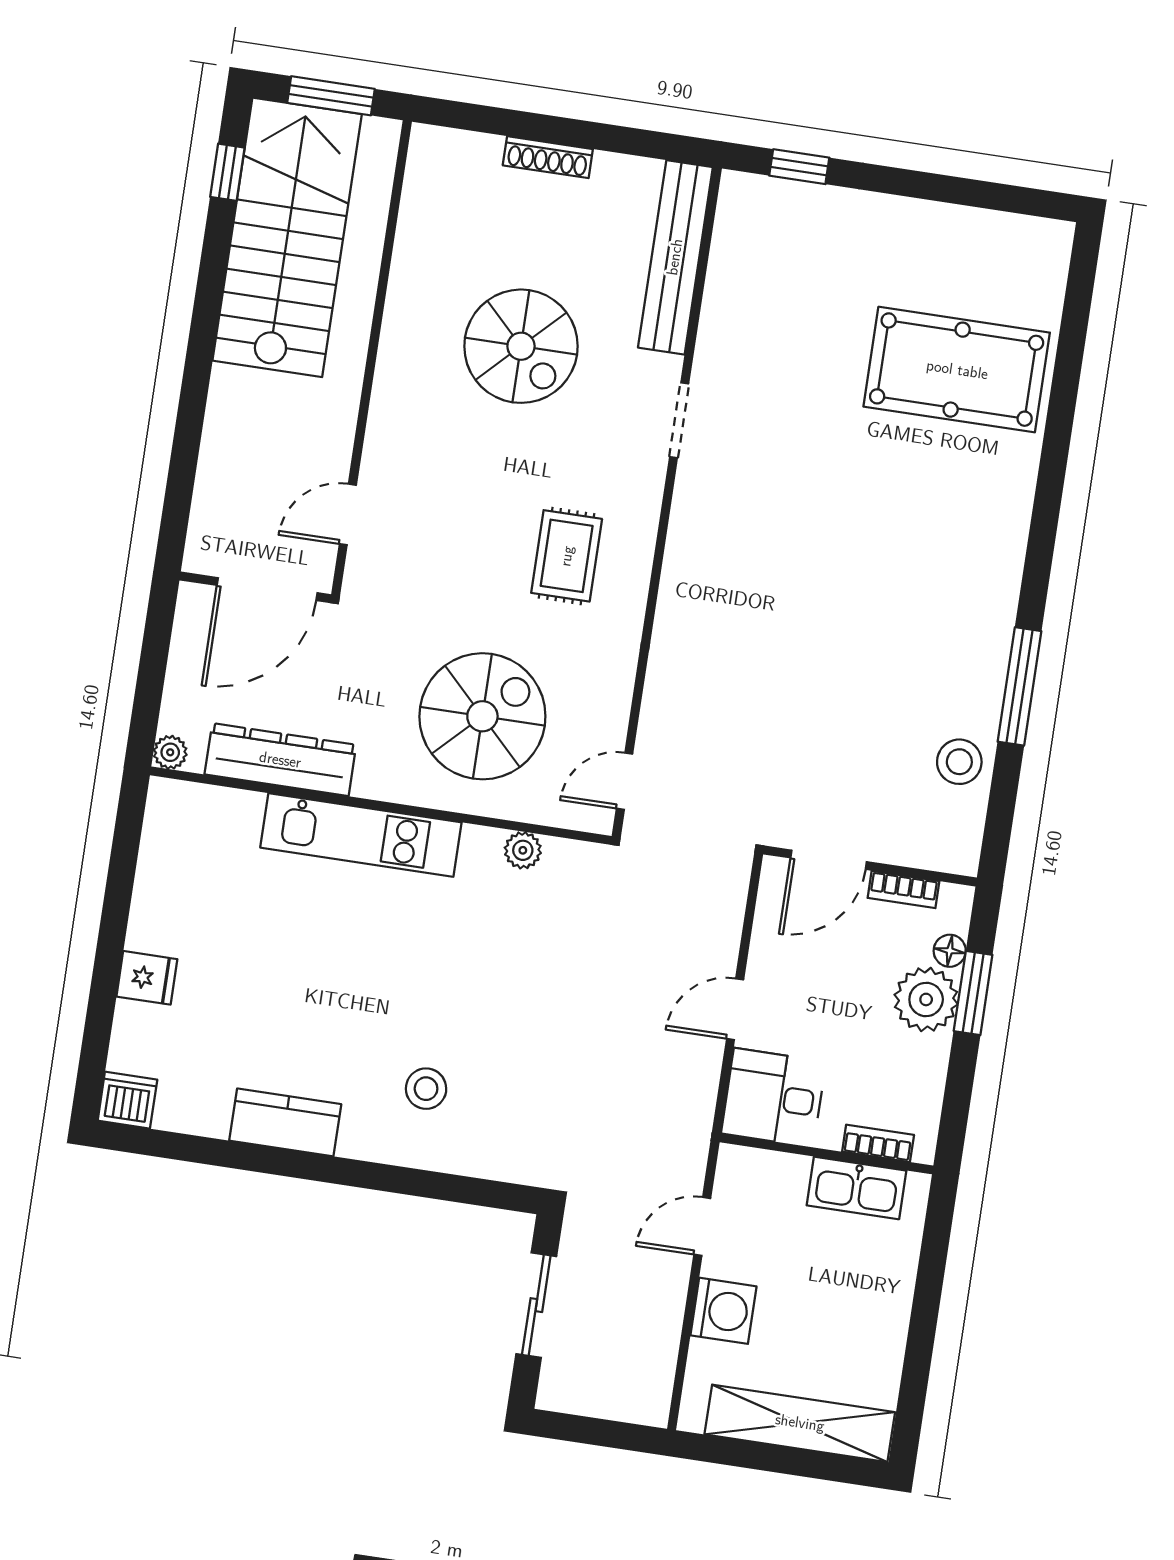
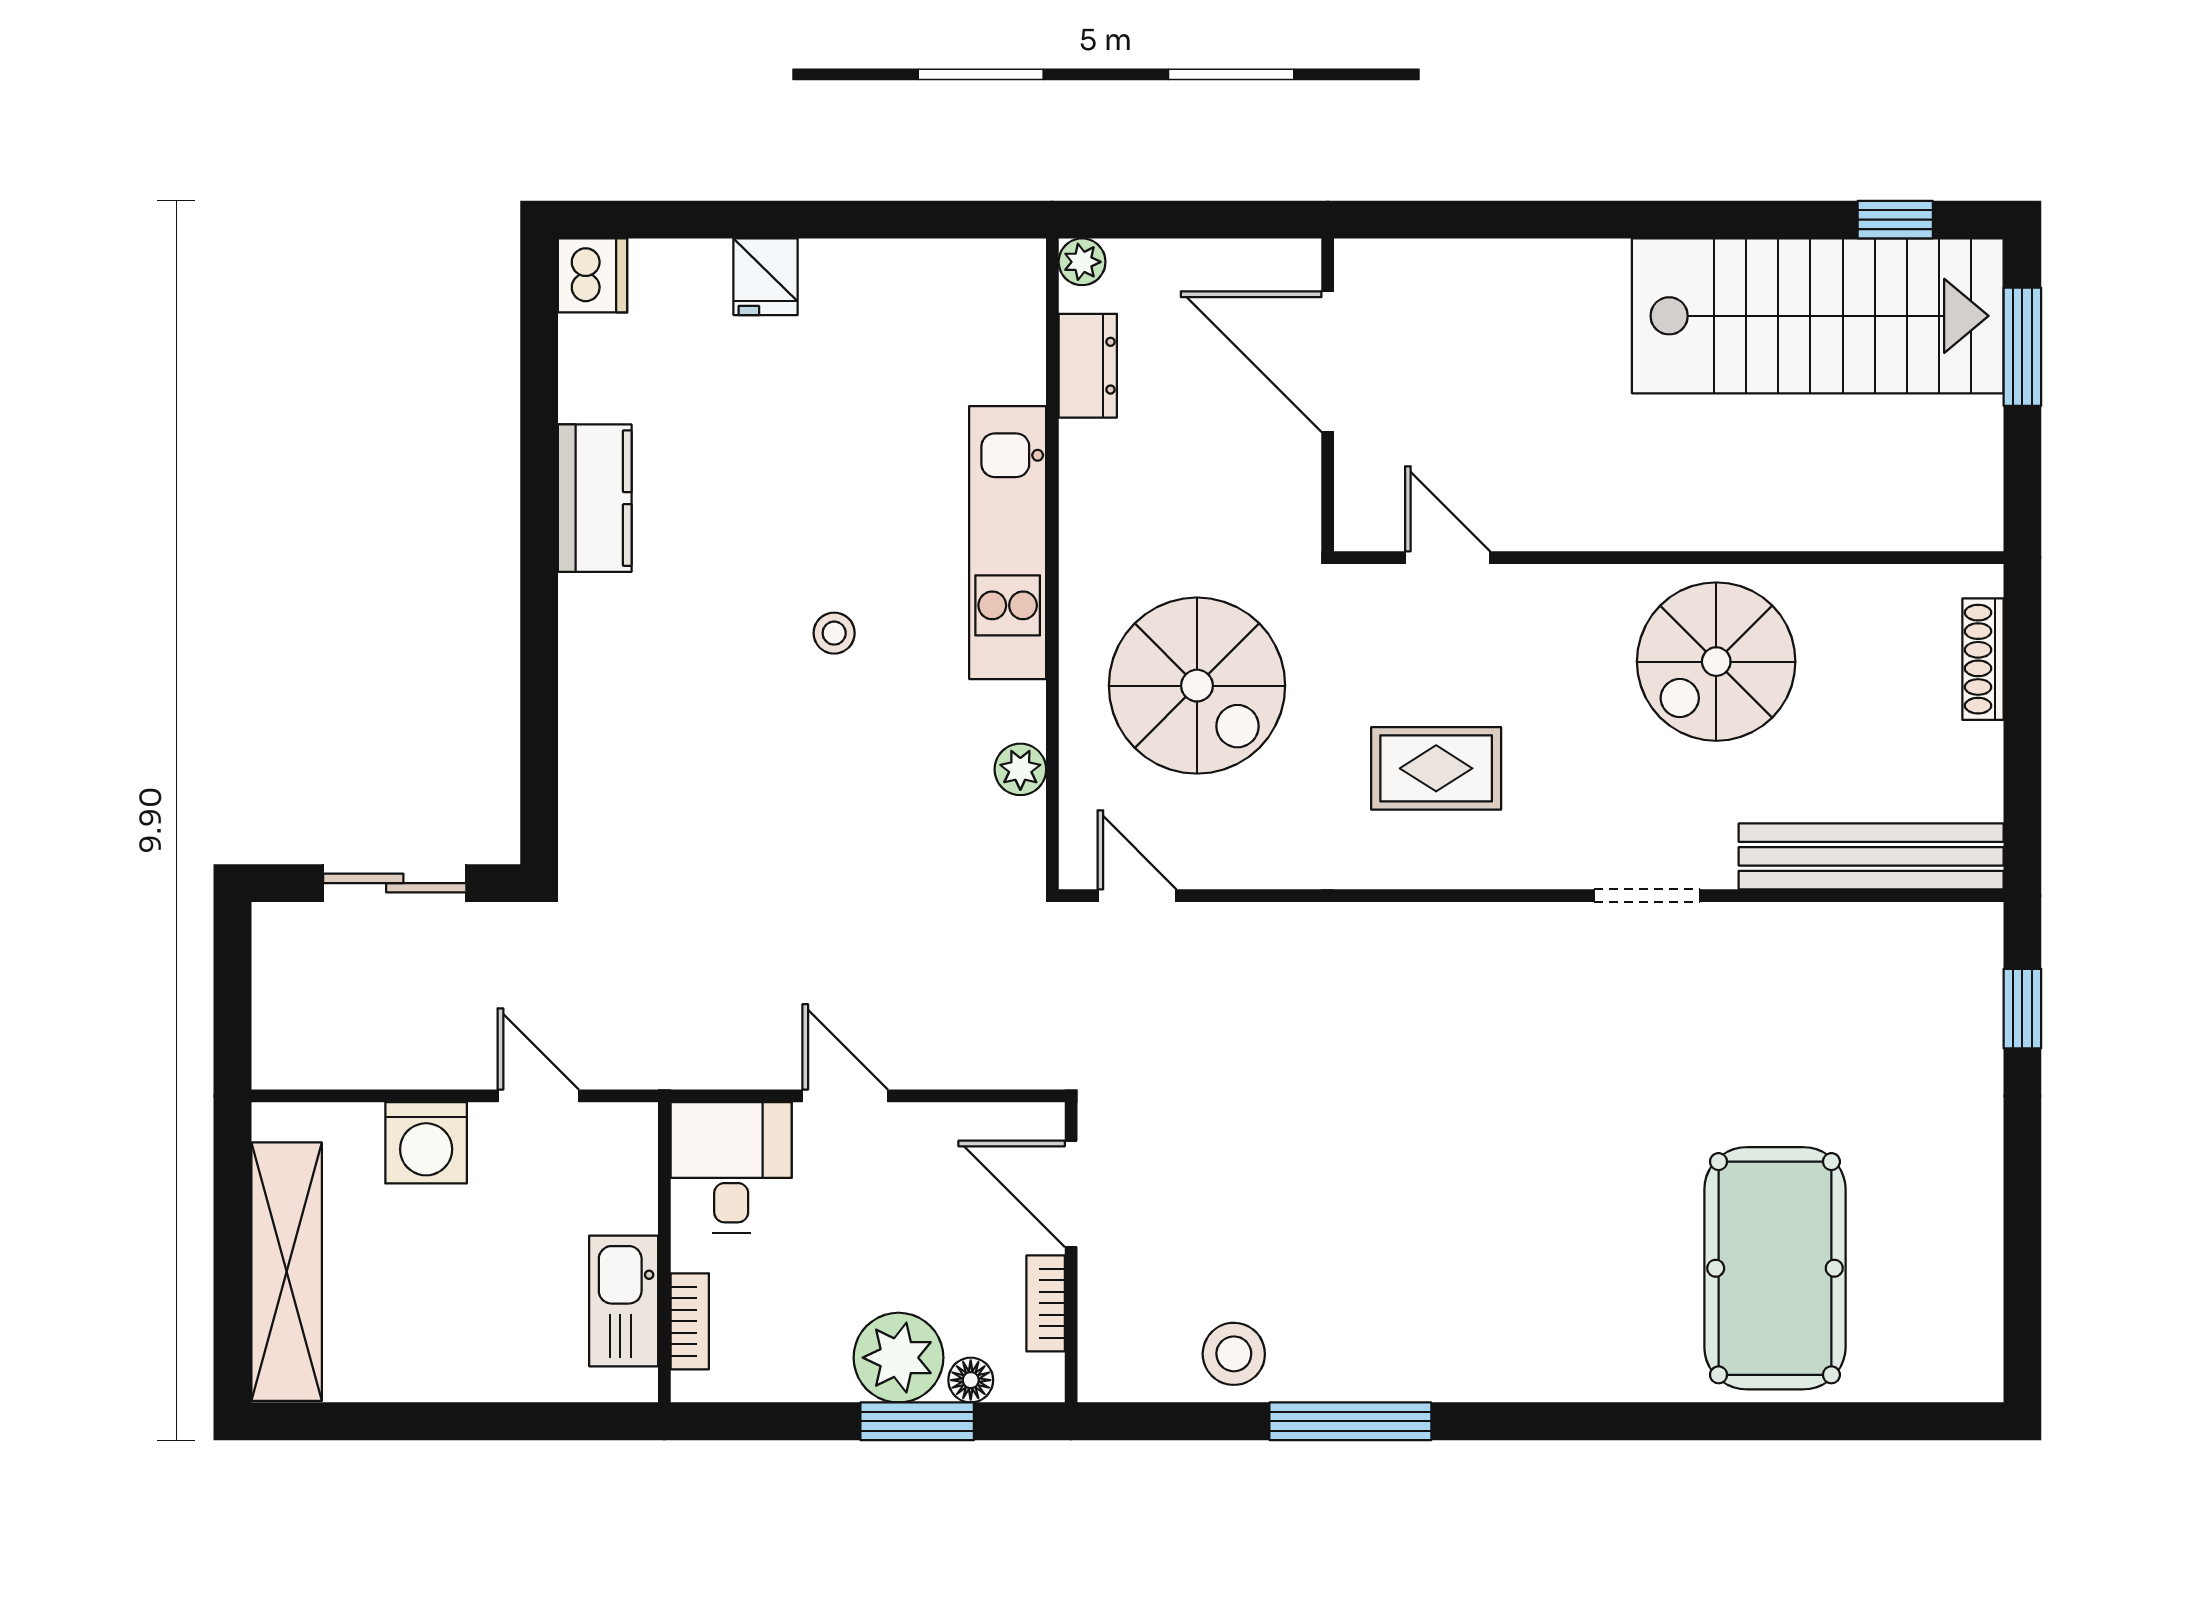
wall: (371, 358) -> (1669, 558), moved
door: (348, 514) -> (1448, 558), moved
dresser: (280, 760) -> (1088, 366), width x0.51, depth x0.80
stool: (426, 1089) -> (834, 633), moved, width x0.73, depth x0.73

